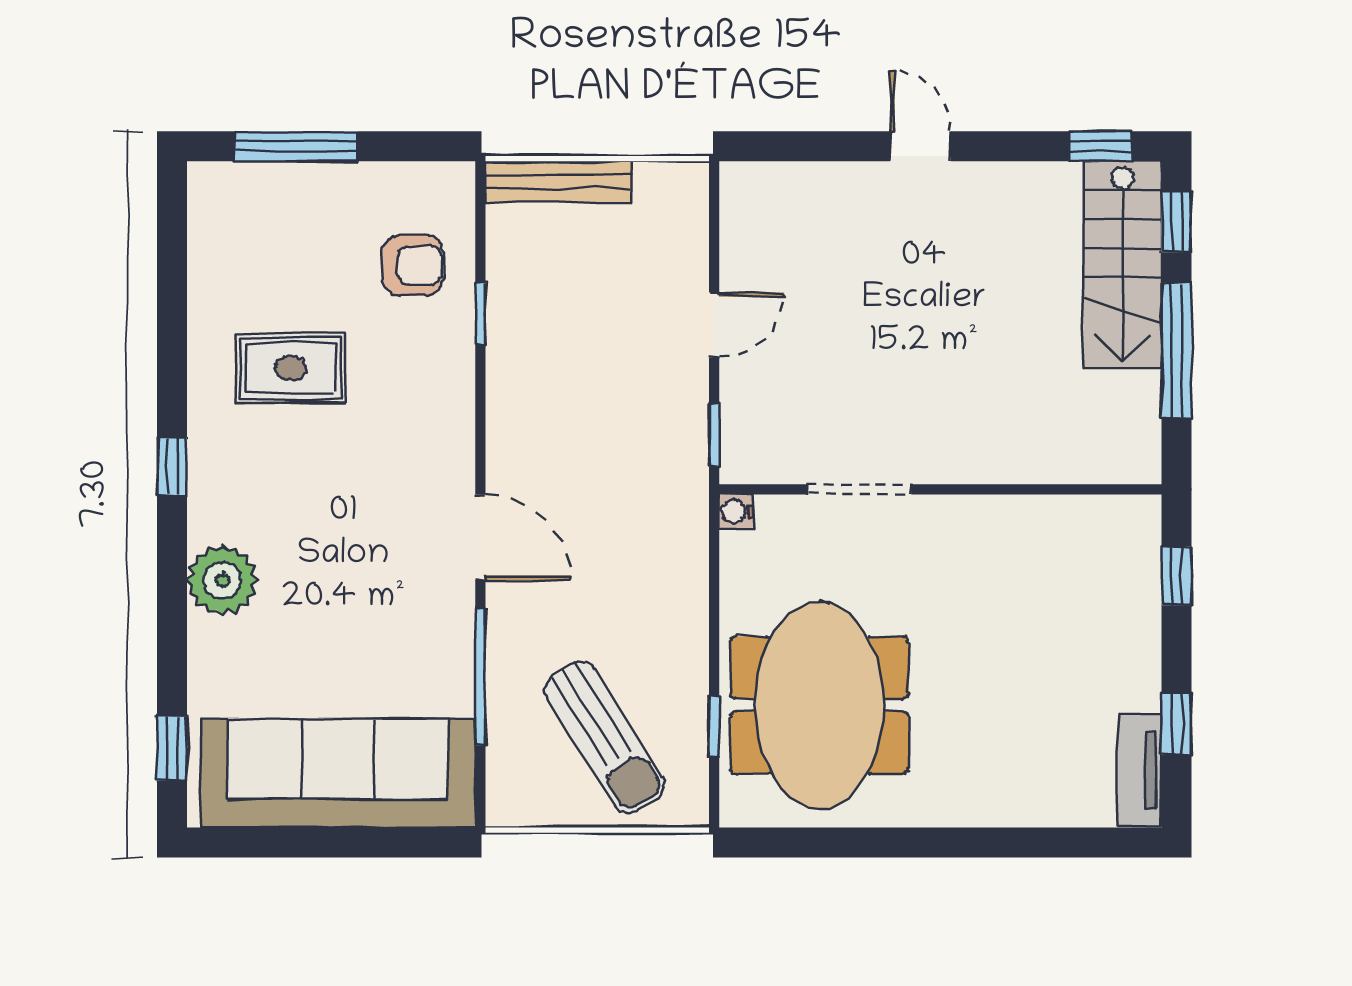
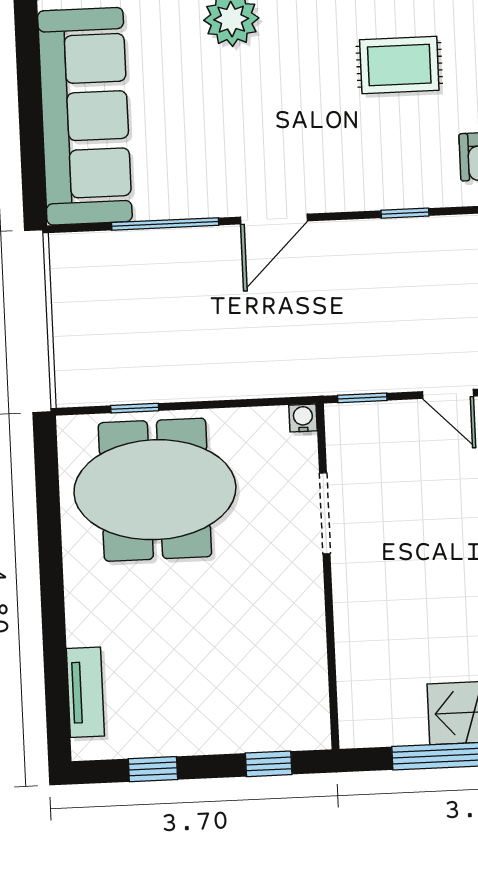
window: (480, 313) -> (405, 213), moved
rug: (291, 368) -> (399, 65), turned 90
sun lounger: (605, 737) -> (122, 323), removed
tv unit: (1140, 770) -> (85, 692), moved, turned 90

